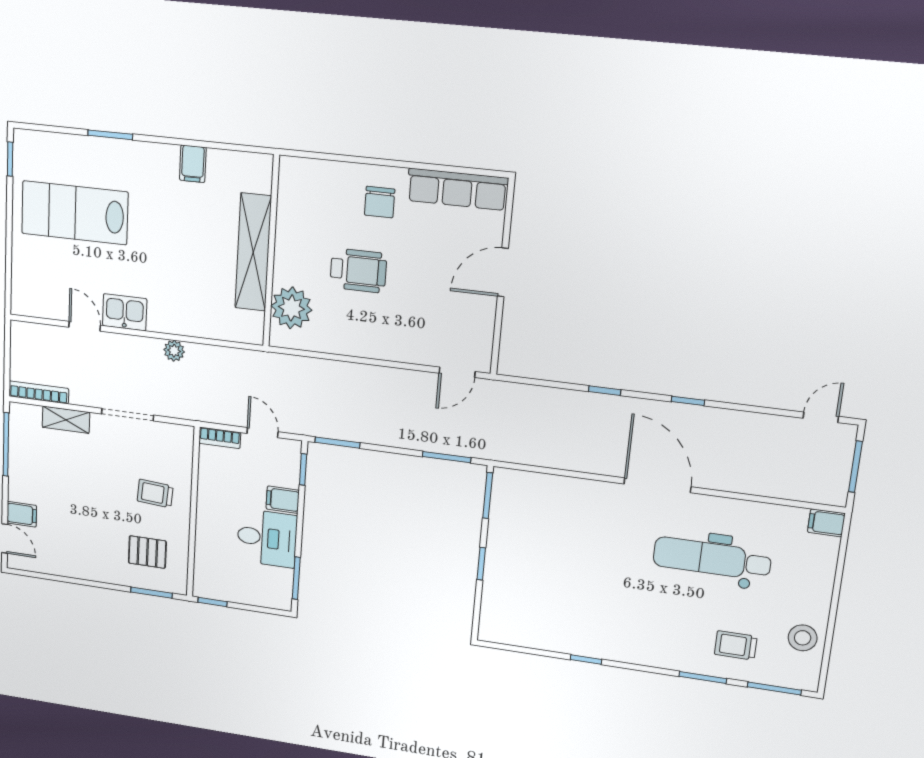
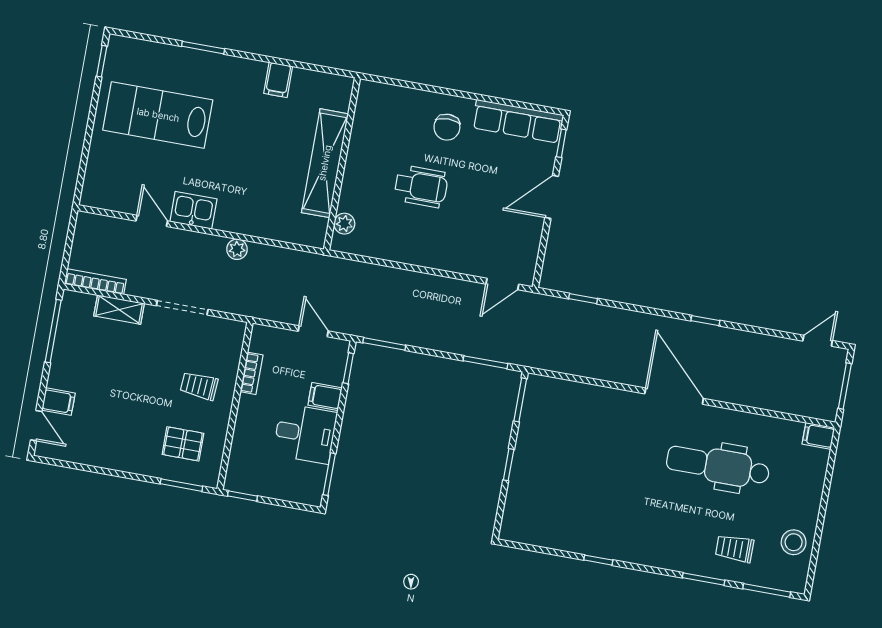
window: (509, 211) -> (561, 143), added
plant: (291, 308) -> (344, 224), width x0.53, depth x0.53
window: (605, 391) -> (583, 299), moved
bookcase: (220, 438) -> (252, 373), moved, turned -90

